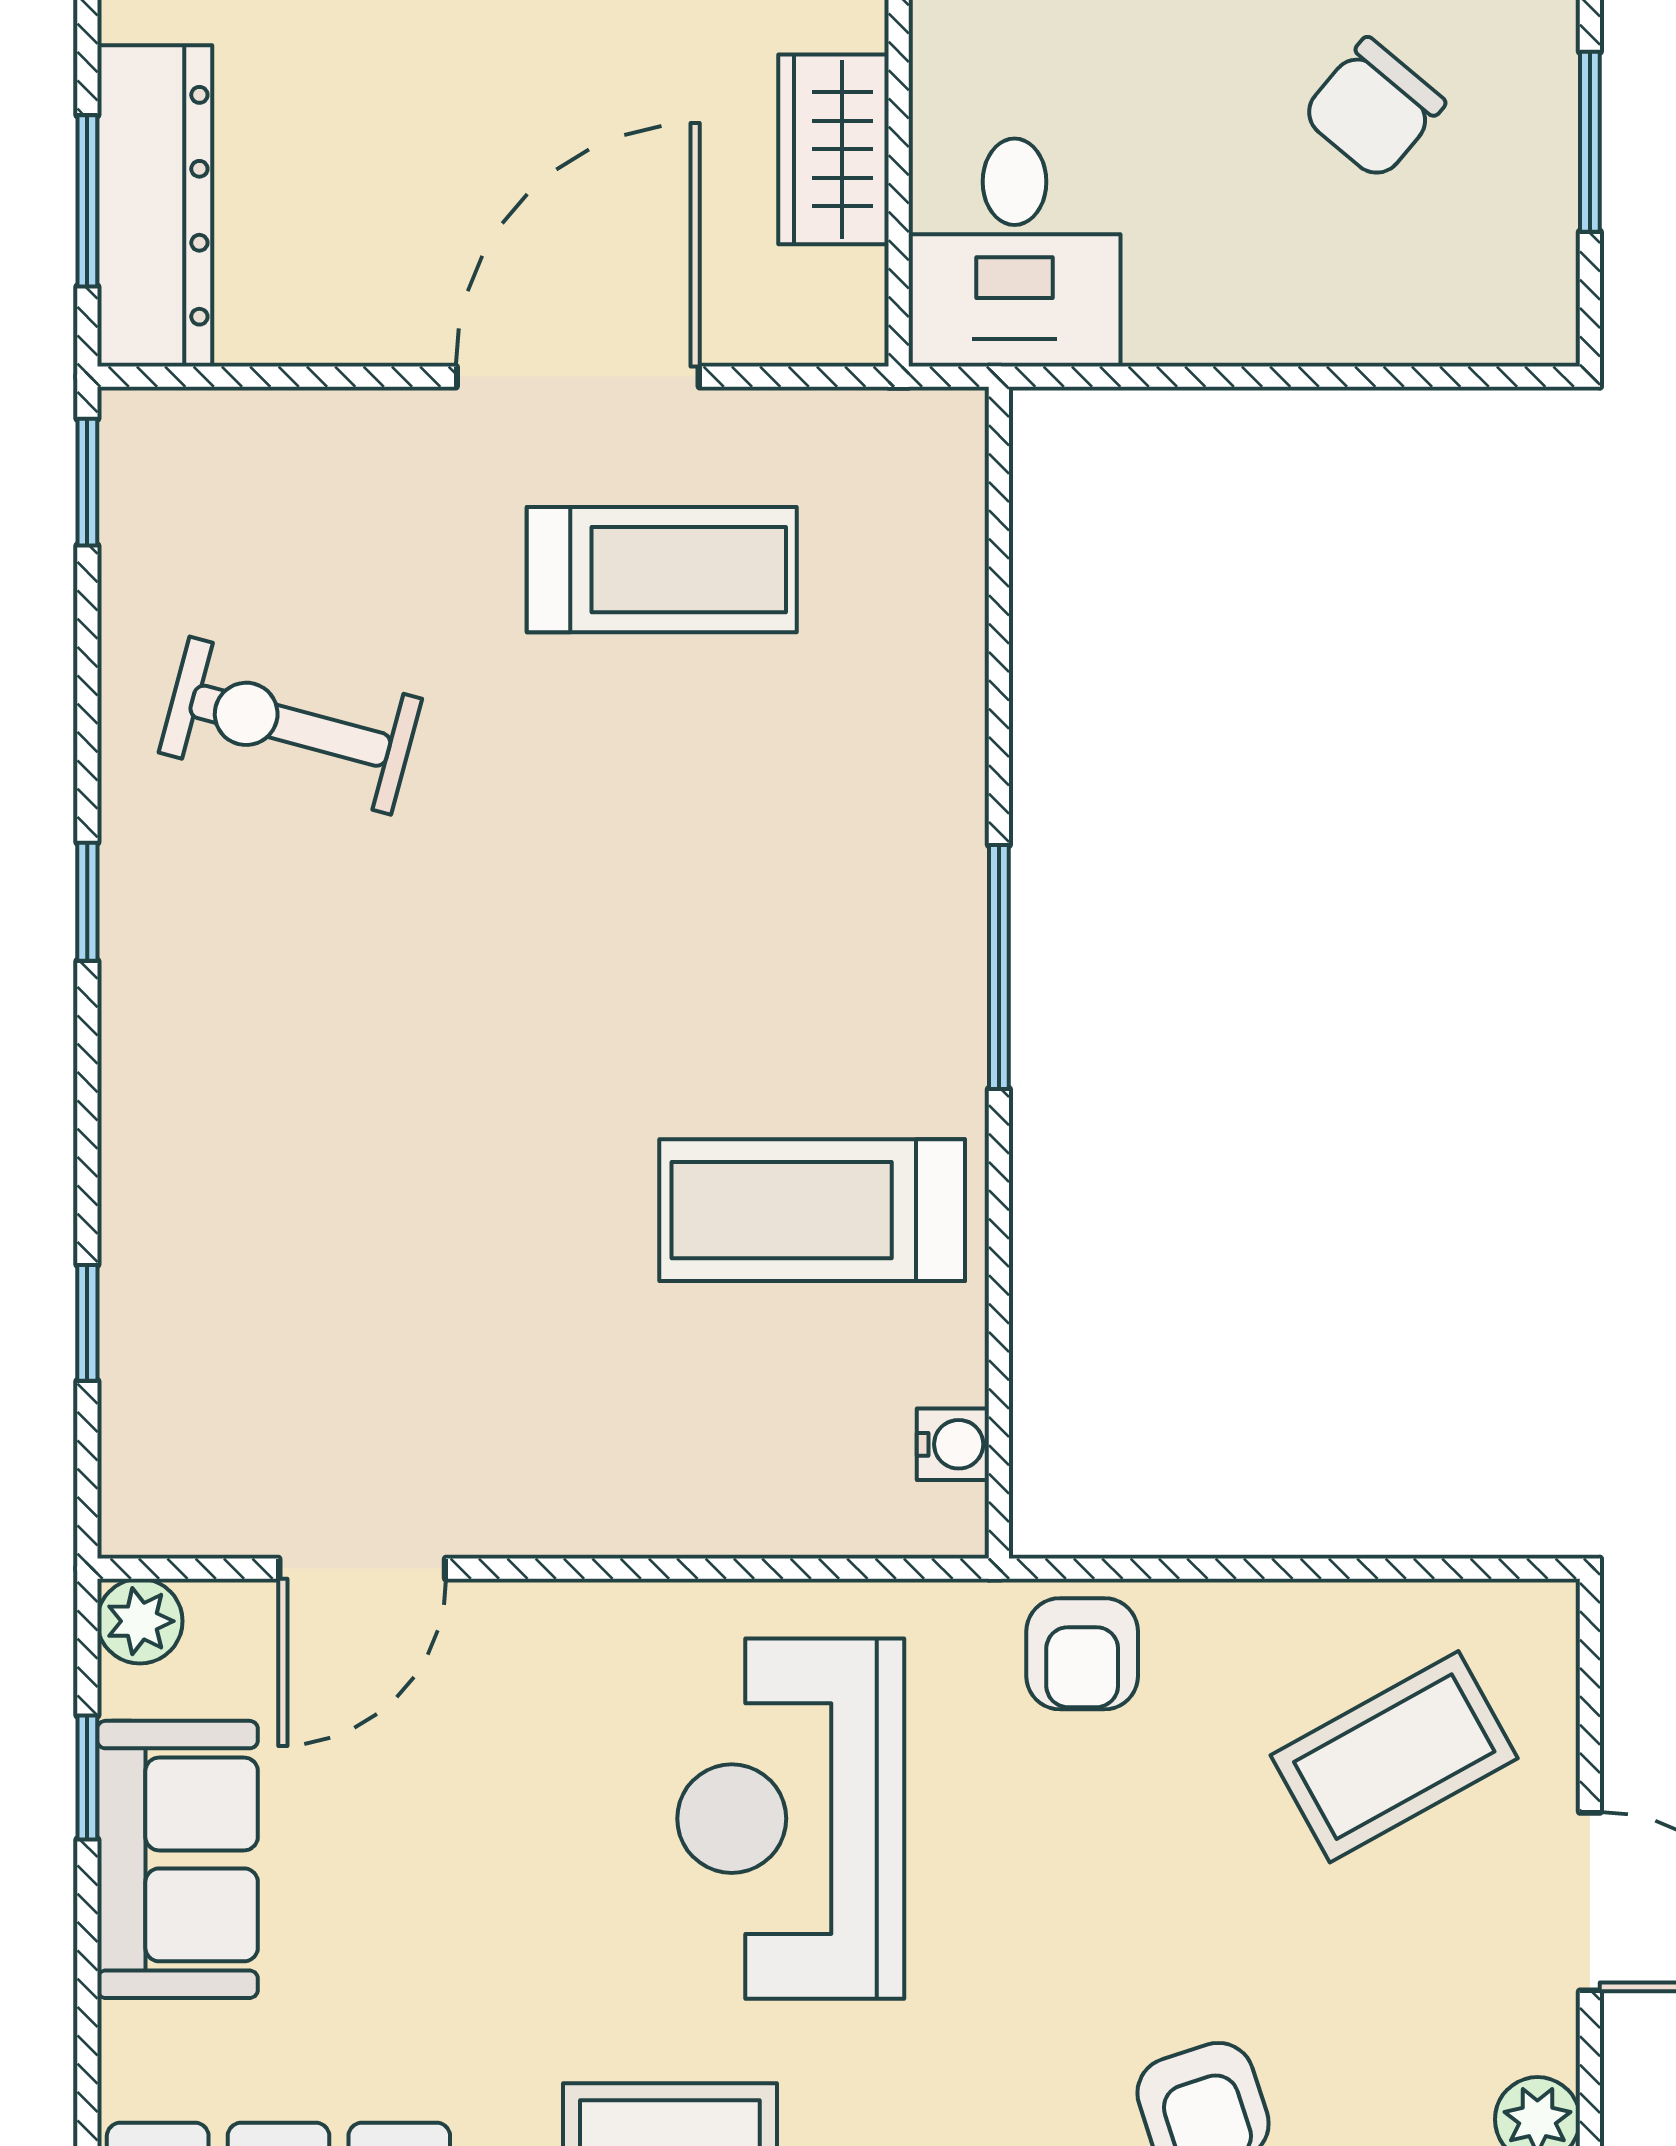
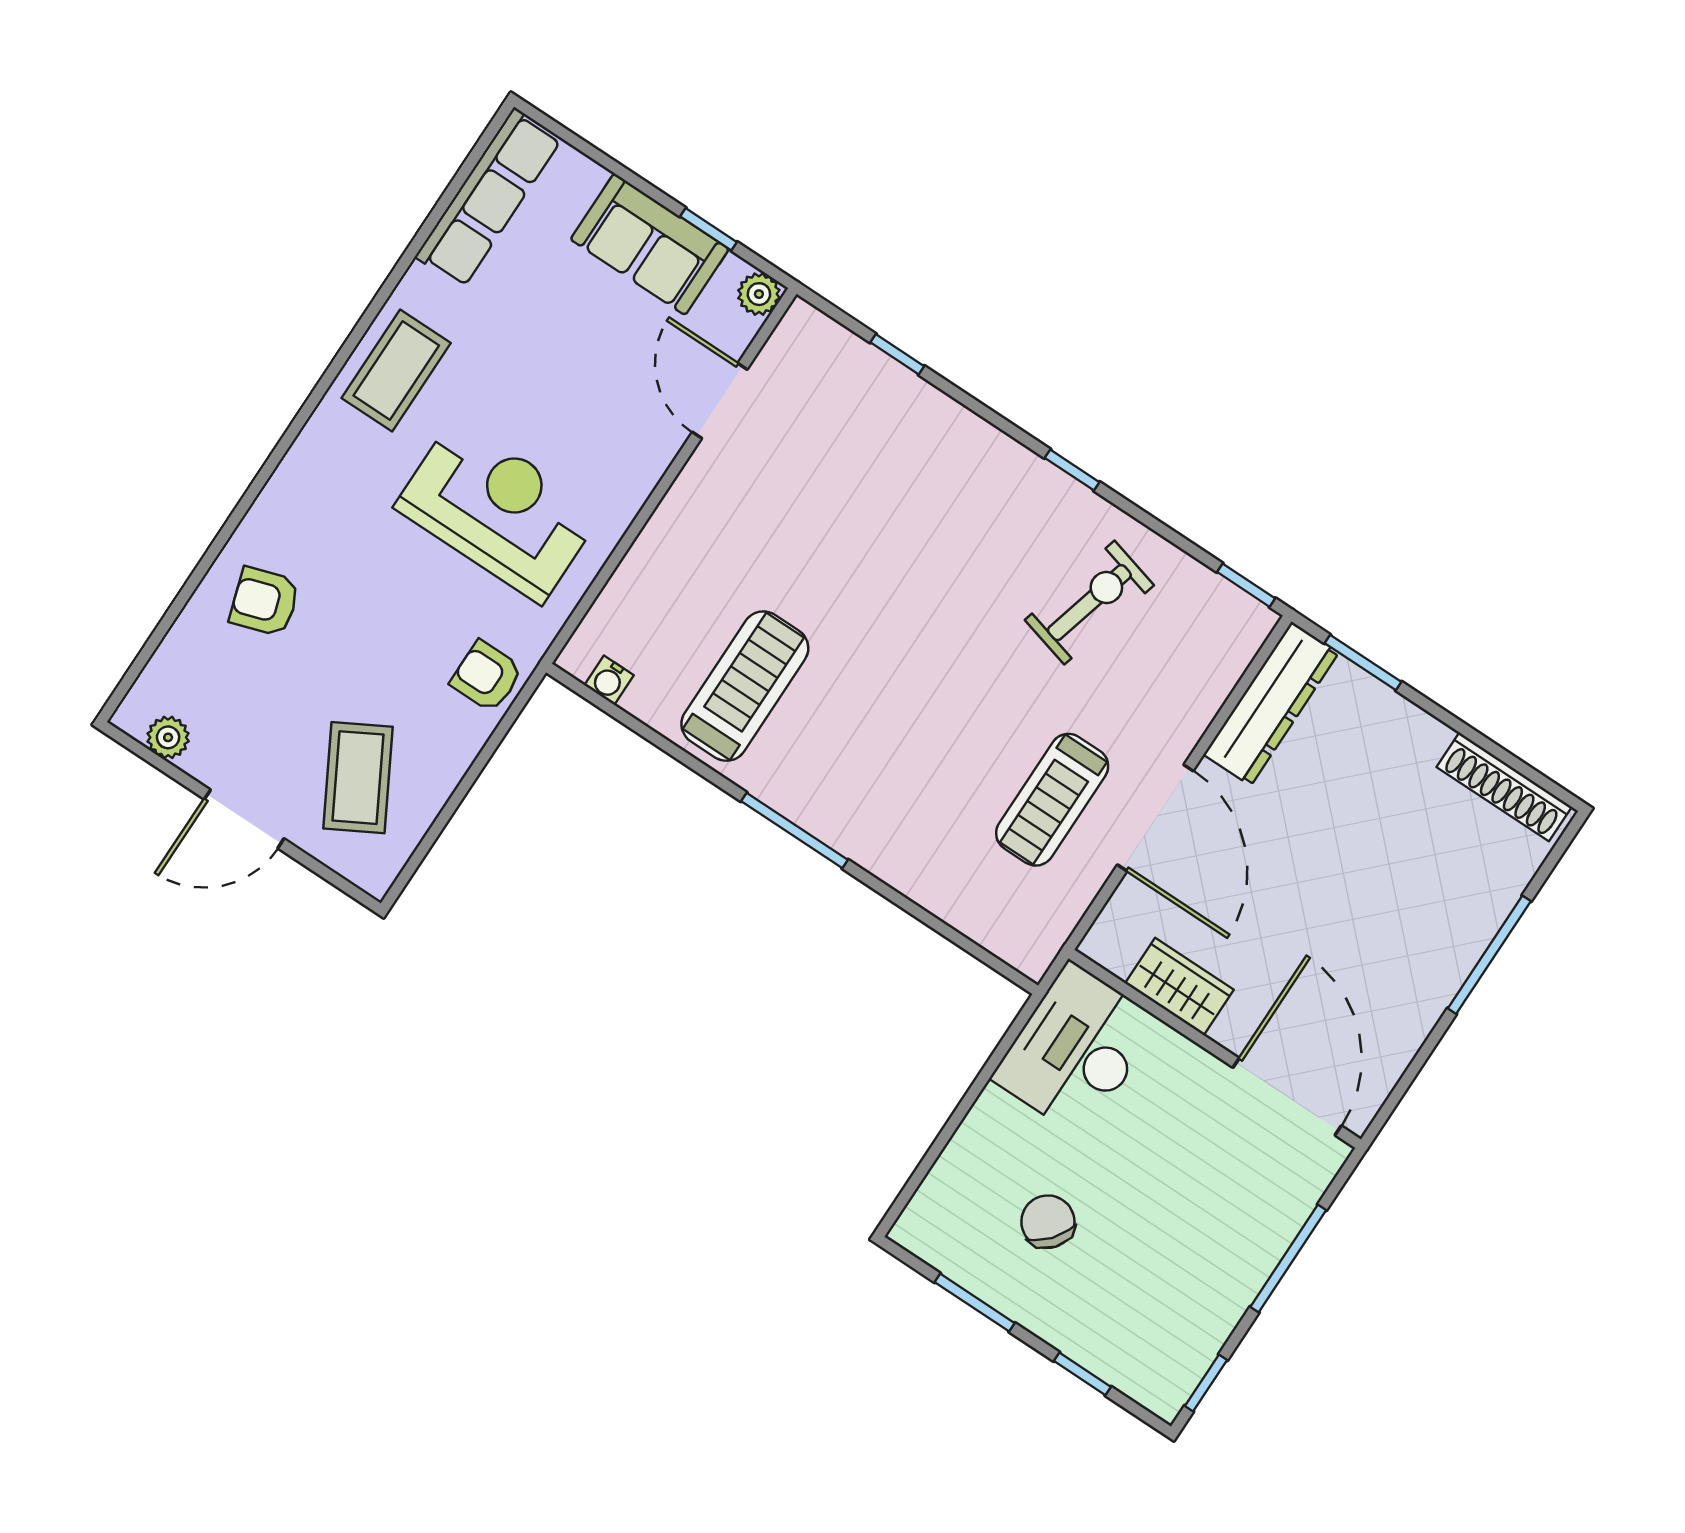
dresser: (155, 206) -> (1271, 704), moved, turned -90
desk: (1014, 252) -> (1076, 1050), width x1.37

